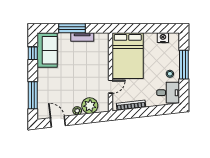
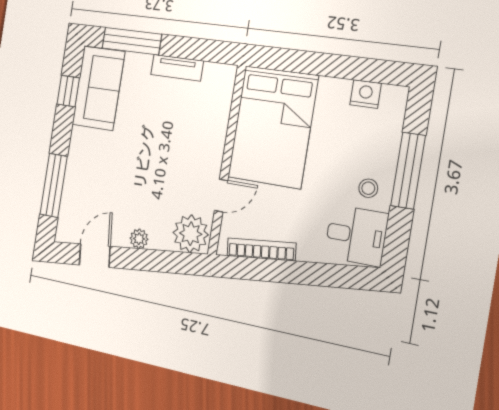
window: (72, 28) -> (132, 41), moved
plant: (90, 106) -> (191, 234), moved
door: (58, 122) -> (95, 256), hinge flipped

